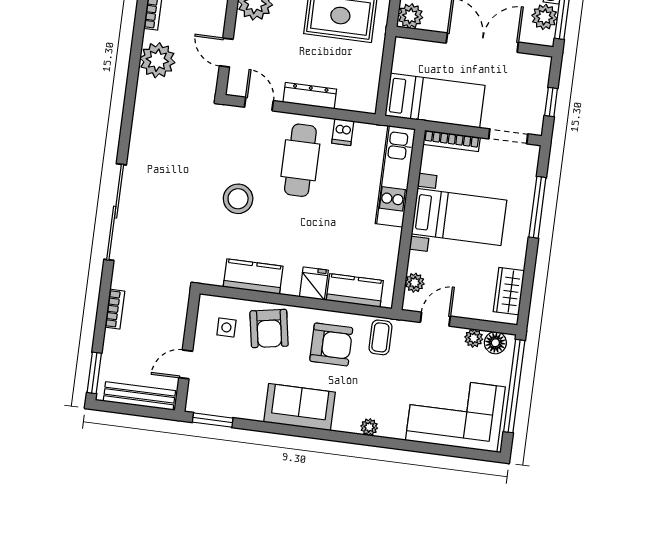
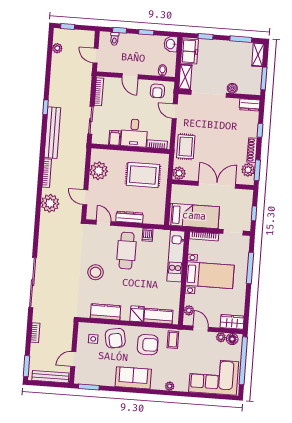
wardrobe: (509, 291) -> (232, 322), moved, turned 90
door: (435, 319) -> (201, 329), hinge flipped

